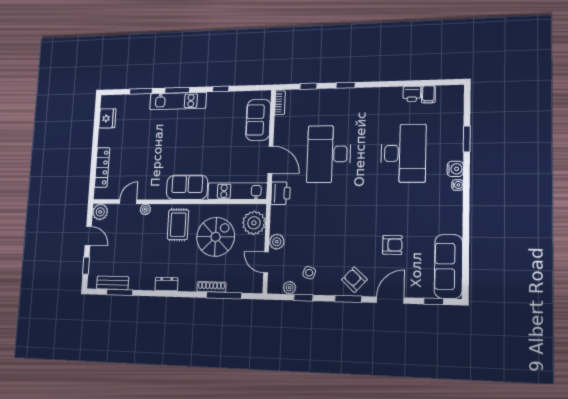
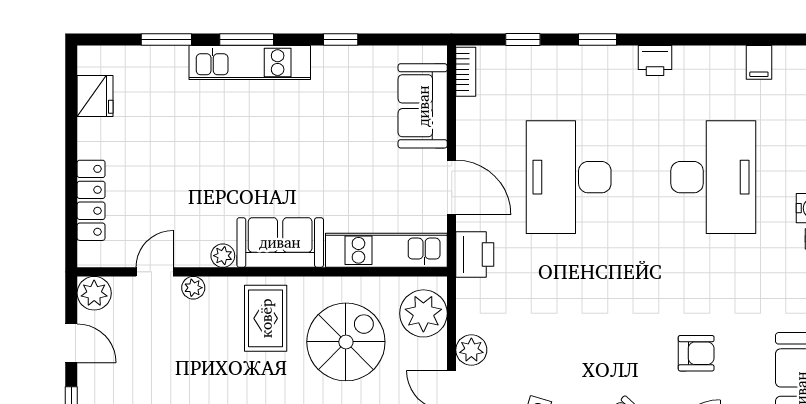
printer: (412, 94) -> (655, 61), moved
plant: (160, 194) -> (223, 256), added

